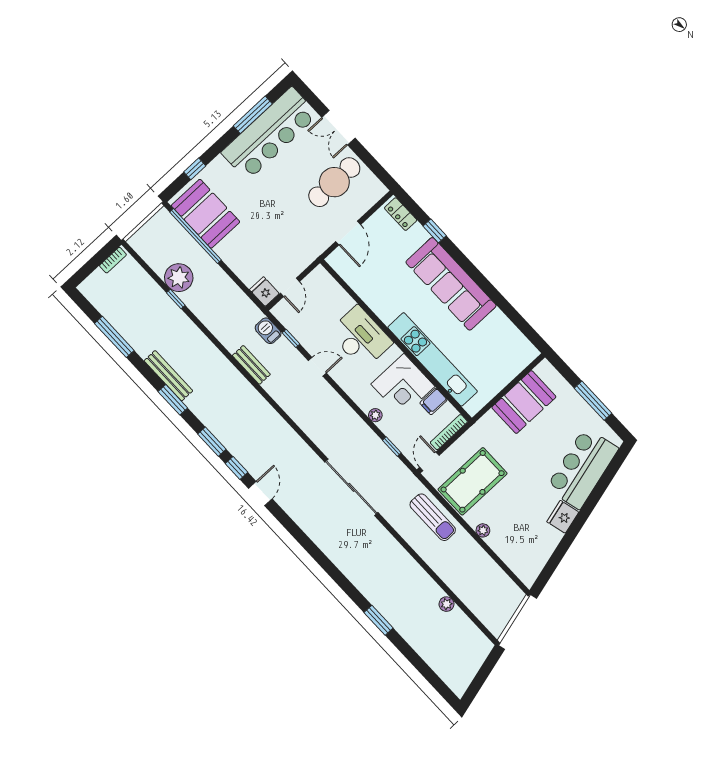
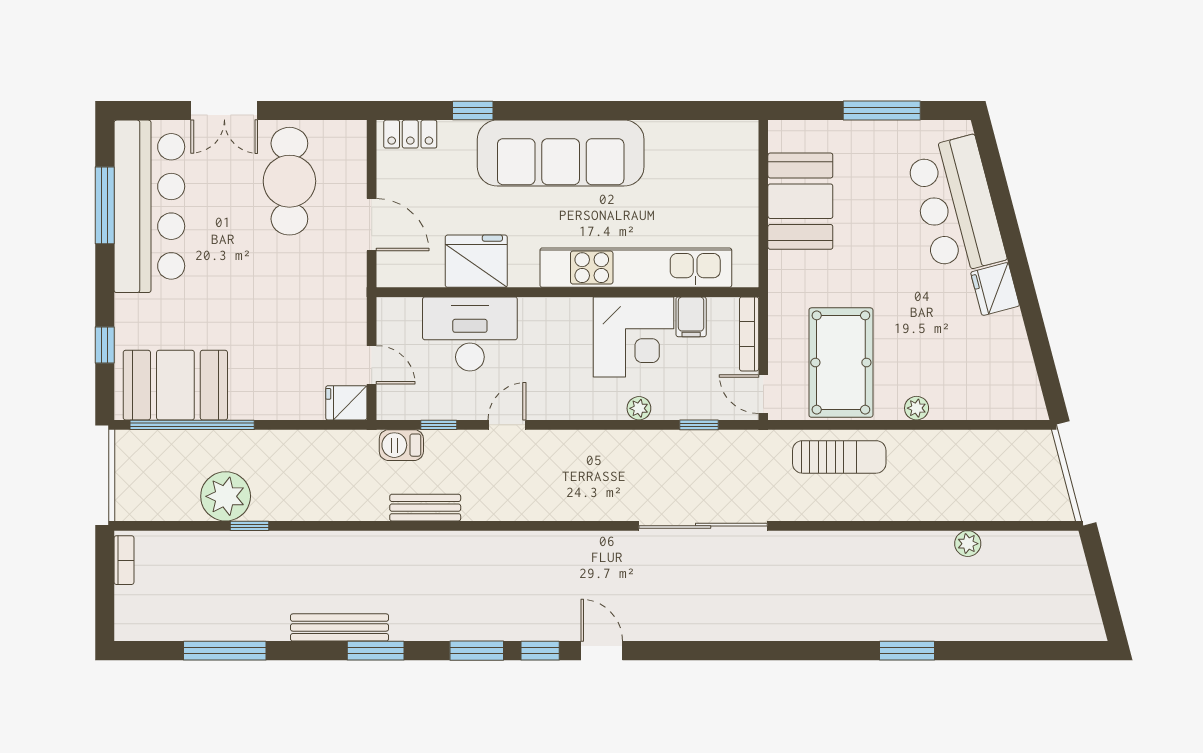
fridge: (373, 291) -> (476, 261), added
desk: (360, 337) -> (470, 334), moved

